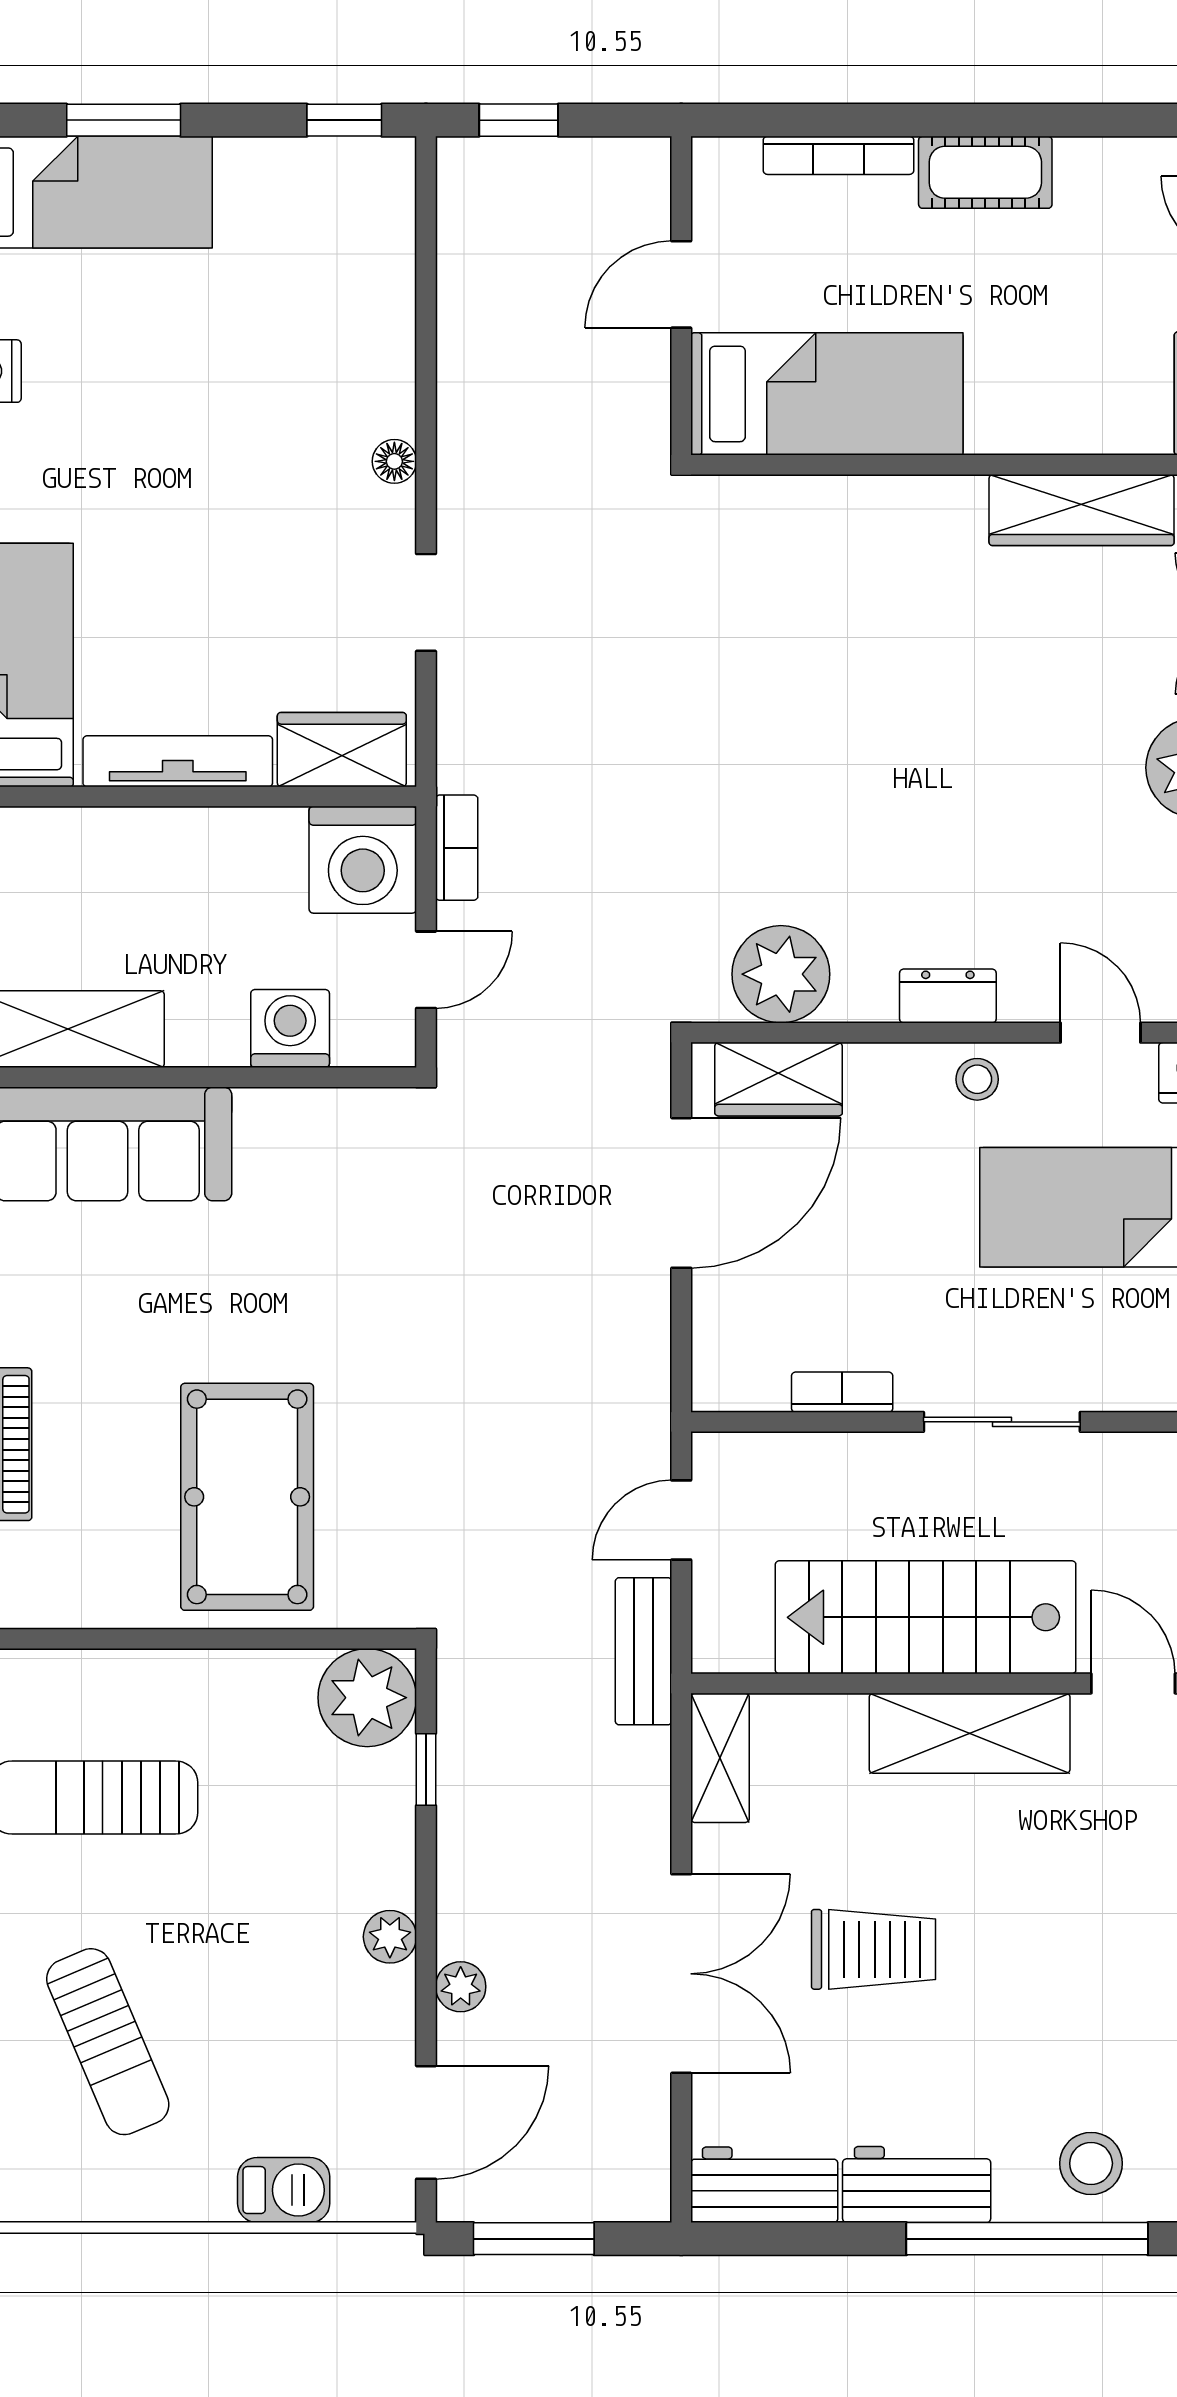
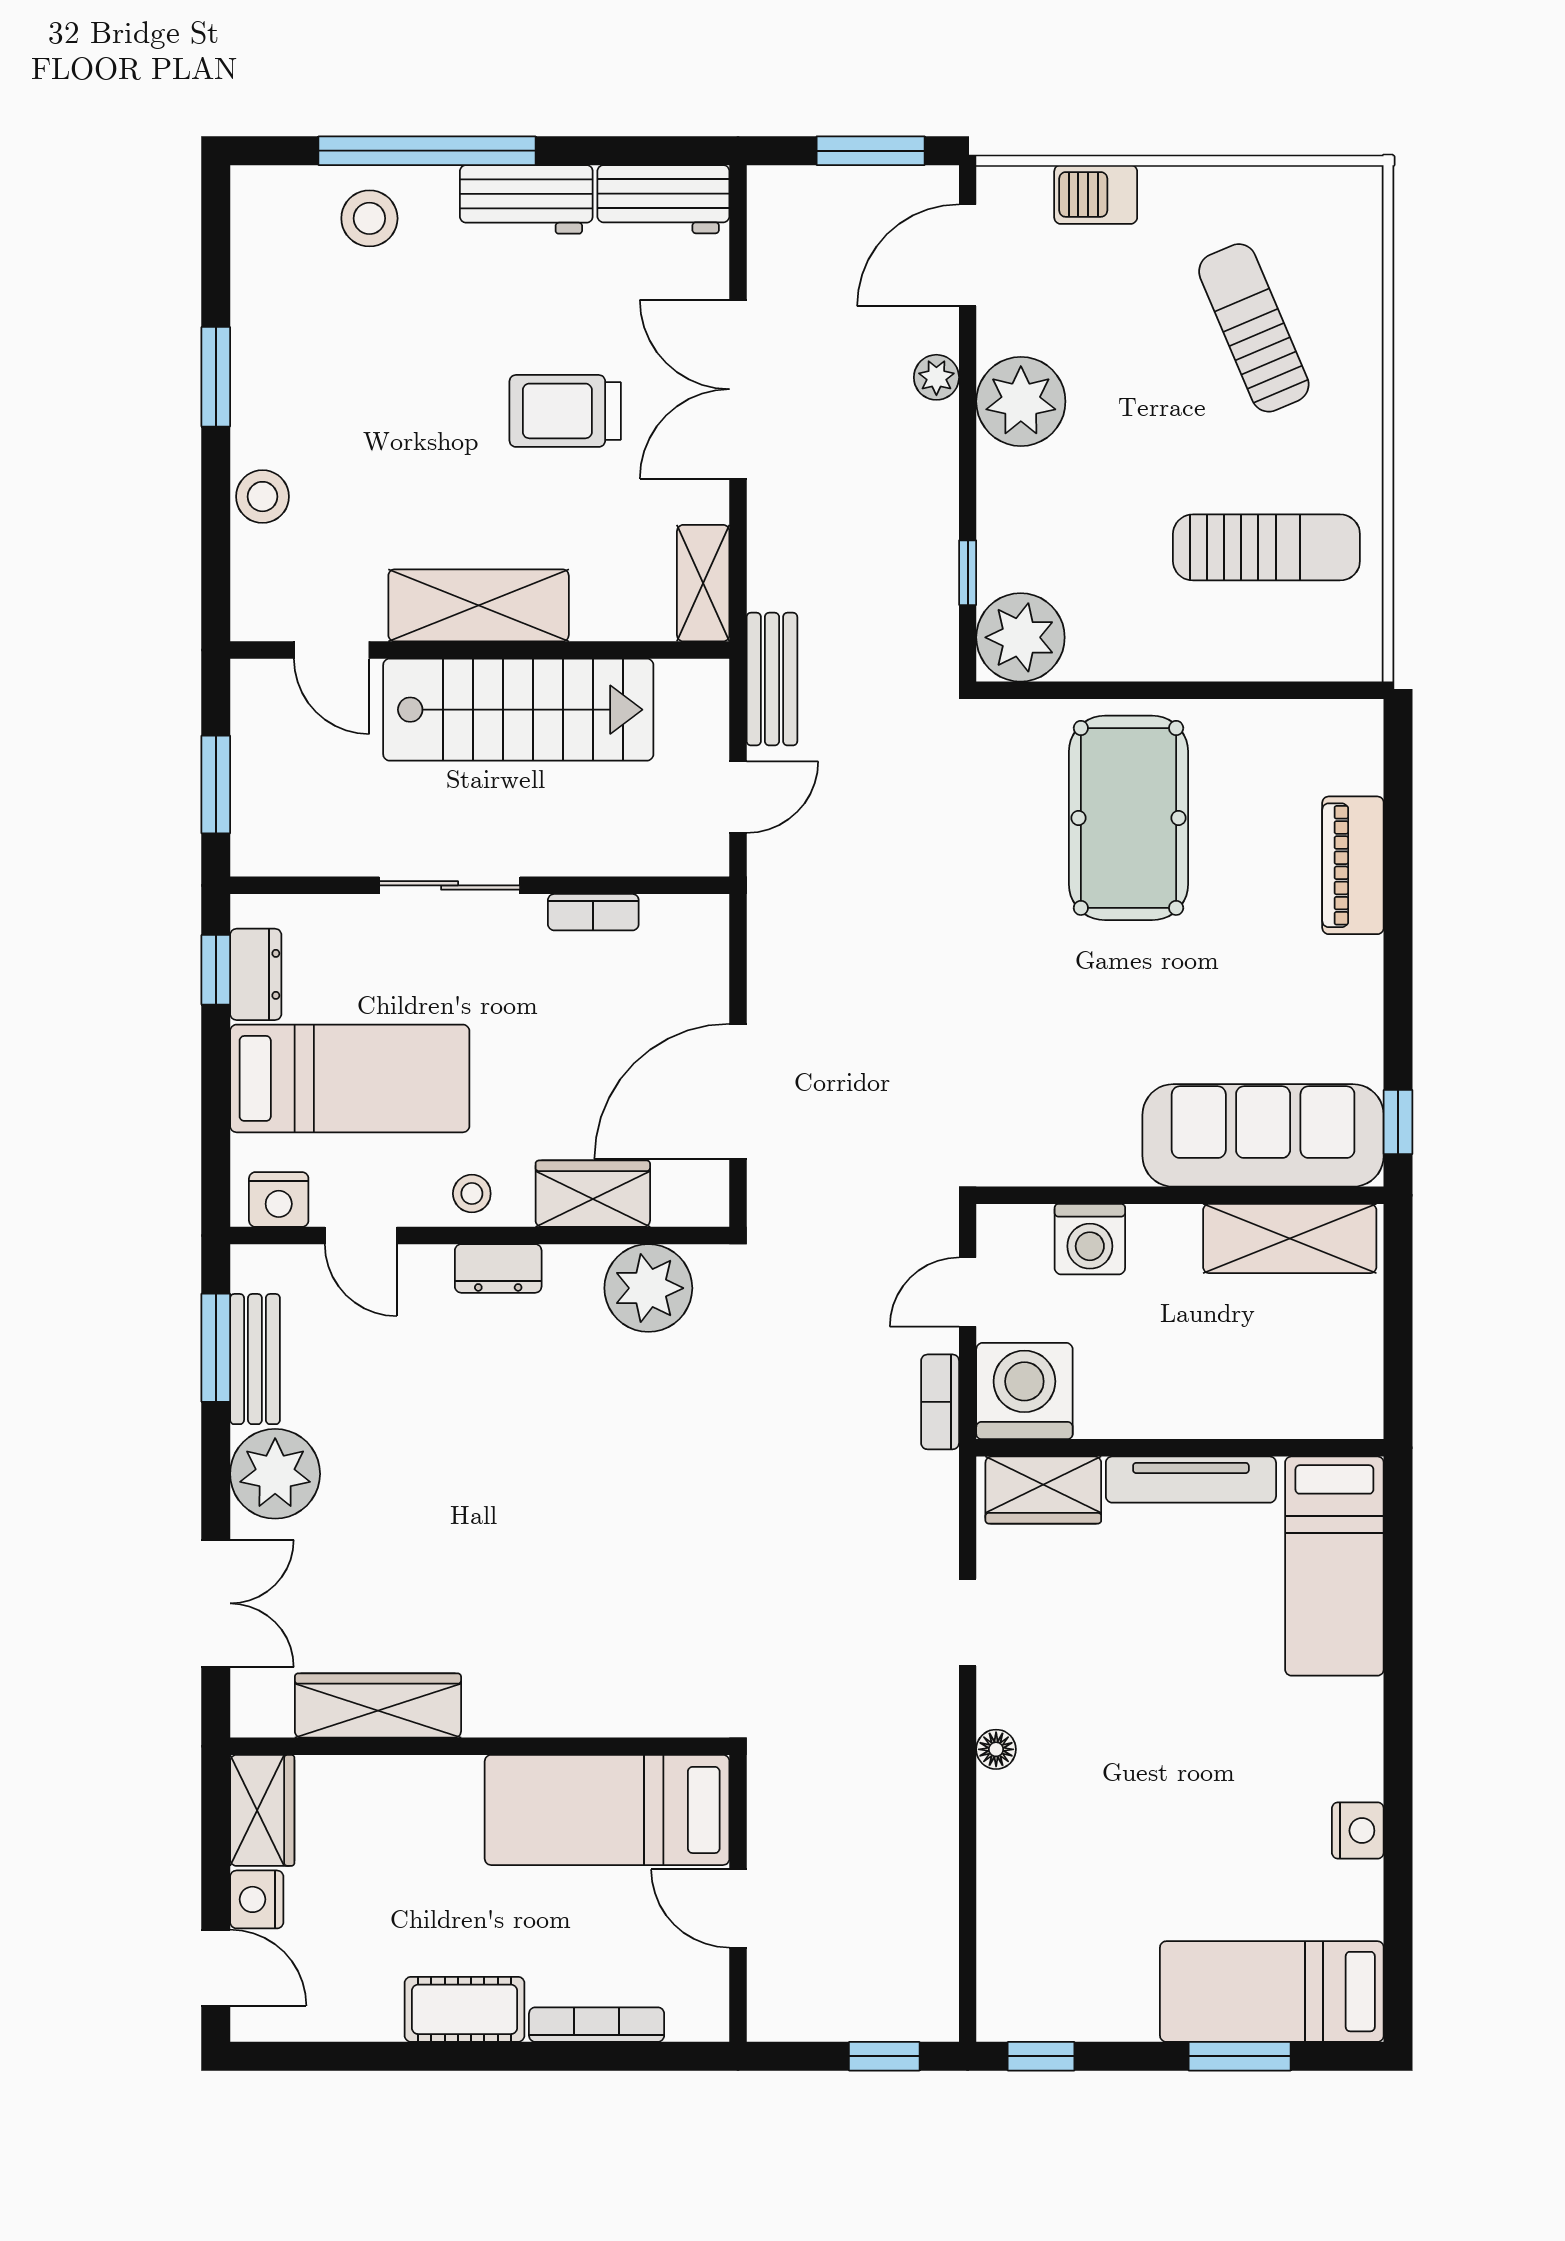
door: (681, 284) -> (738, 1908), swing flipped
wardrobe: (779, 1079) -> (593, 1194), moved
plant: (390, 1937) -> (1021, 401), width x1.87, depth x1.87

